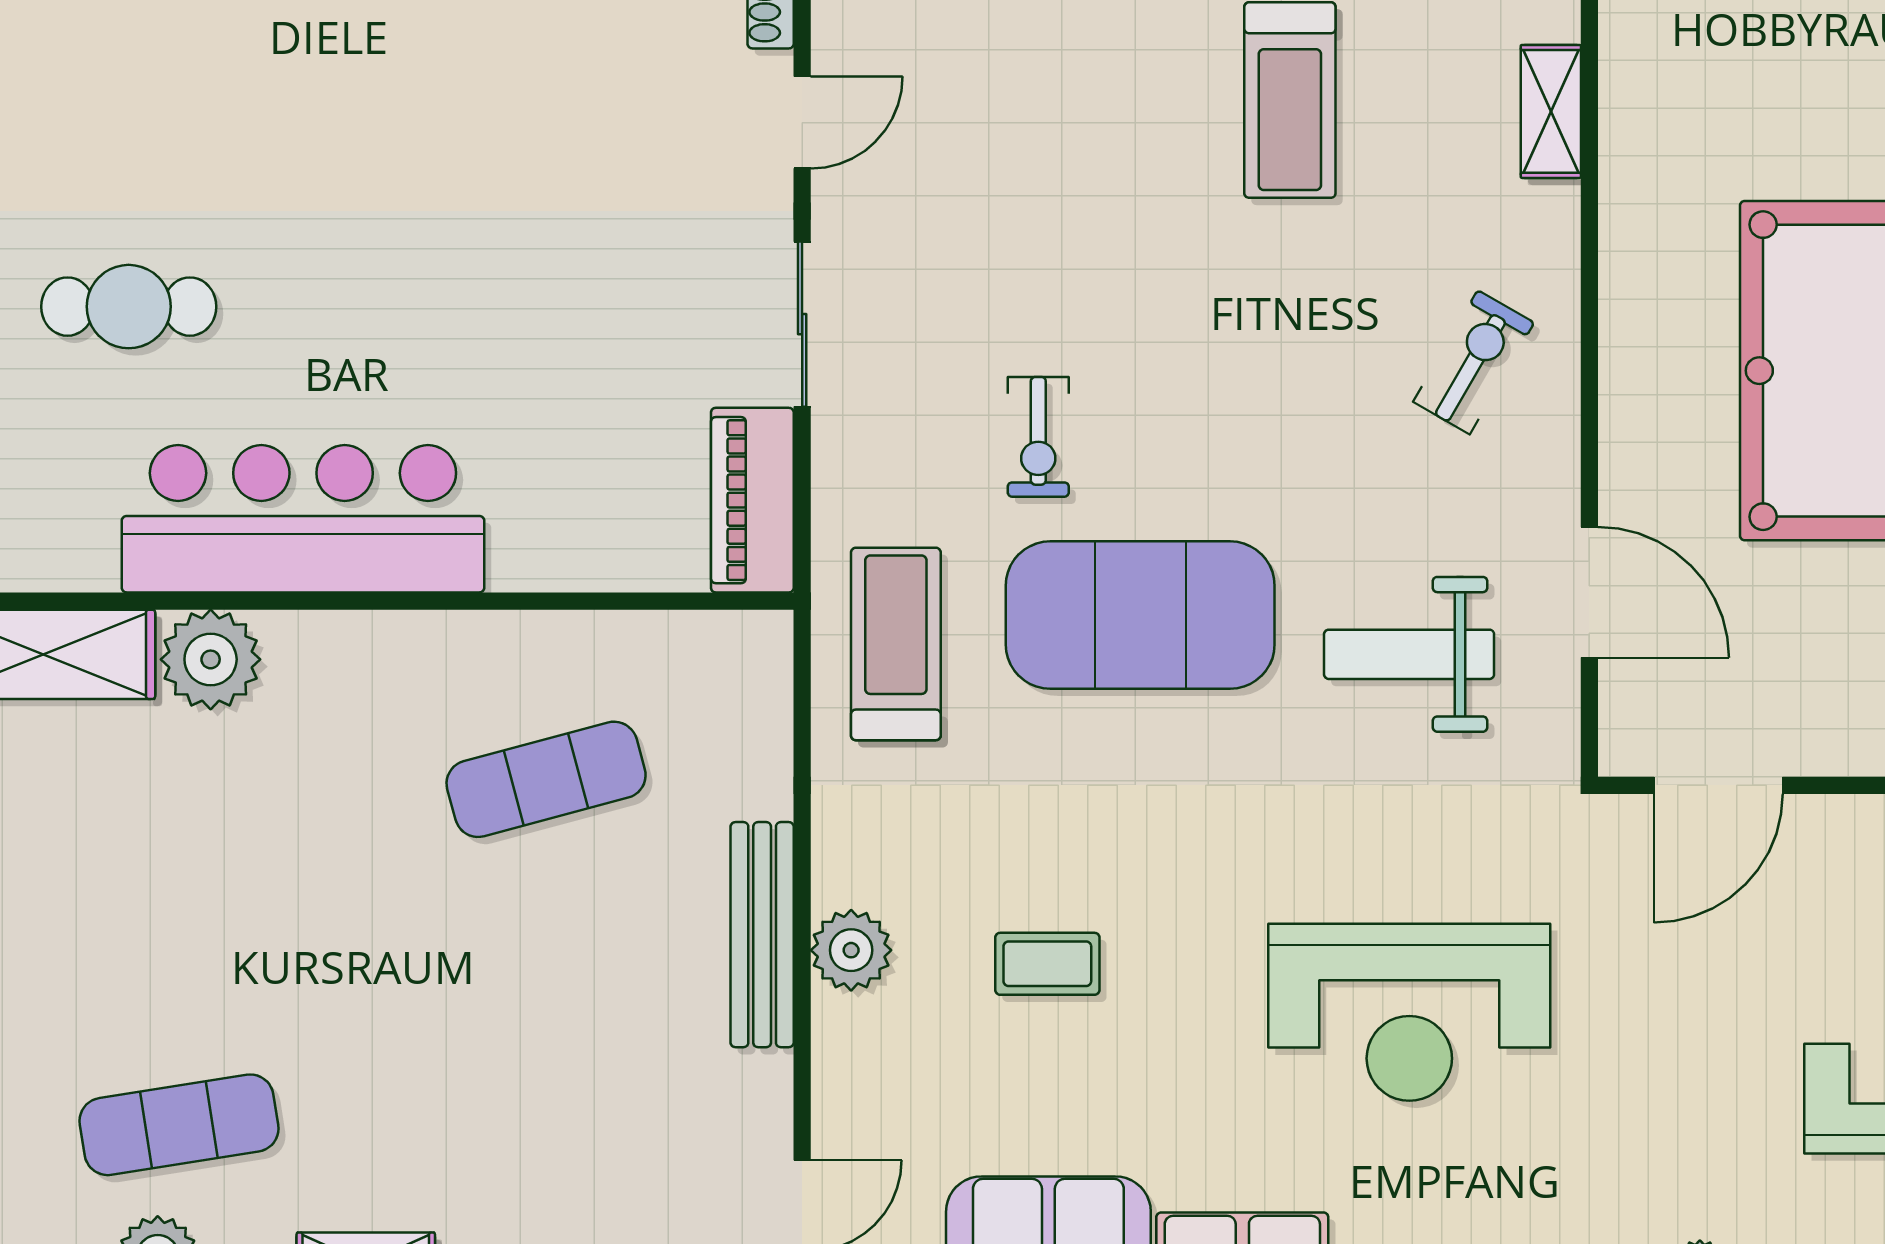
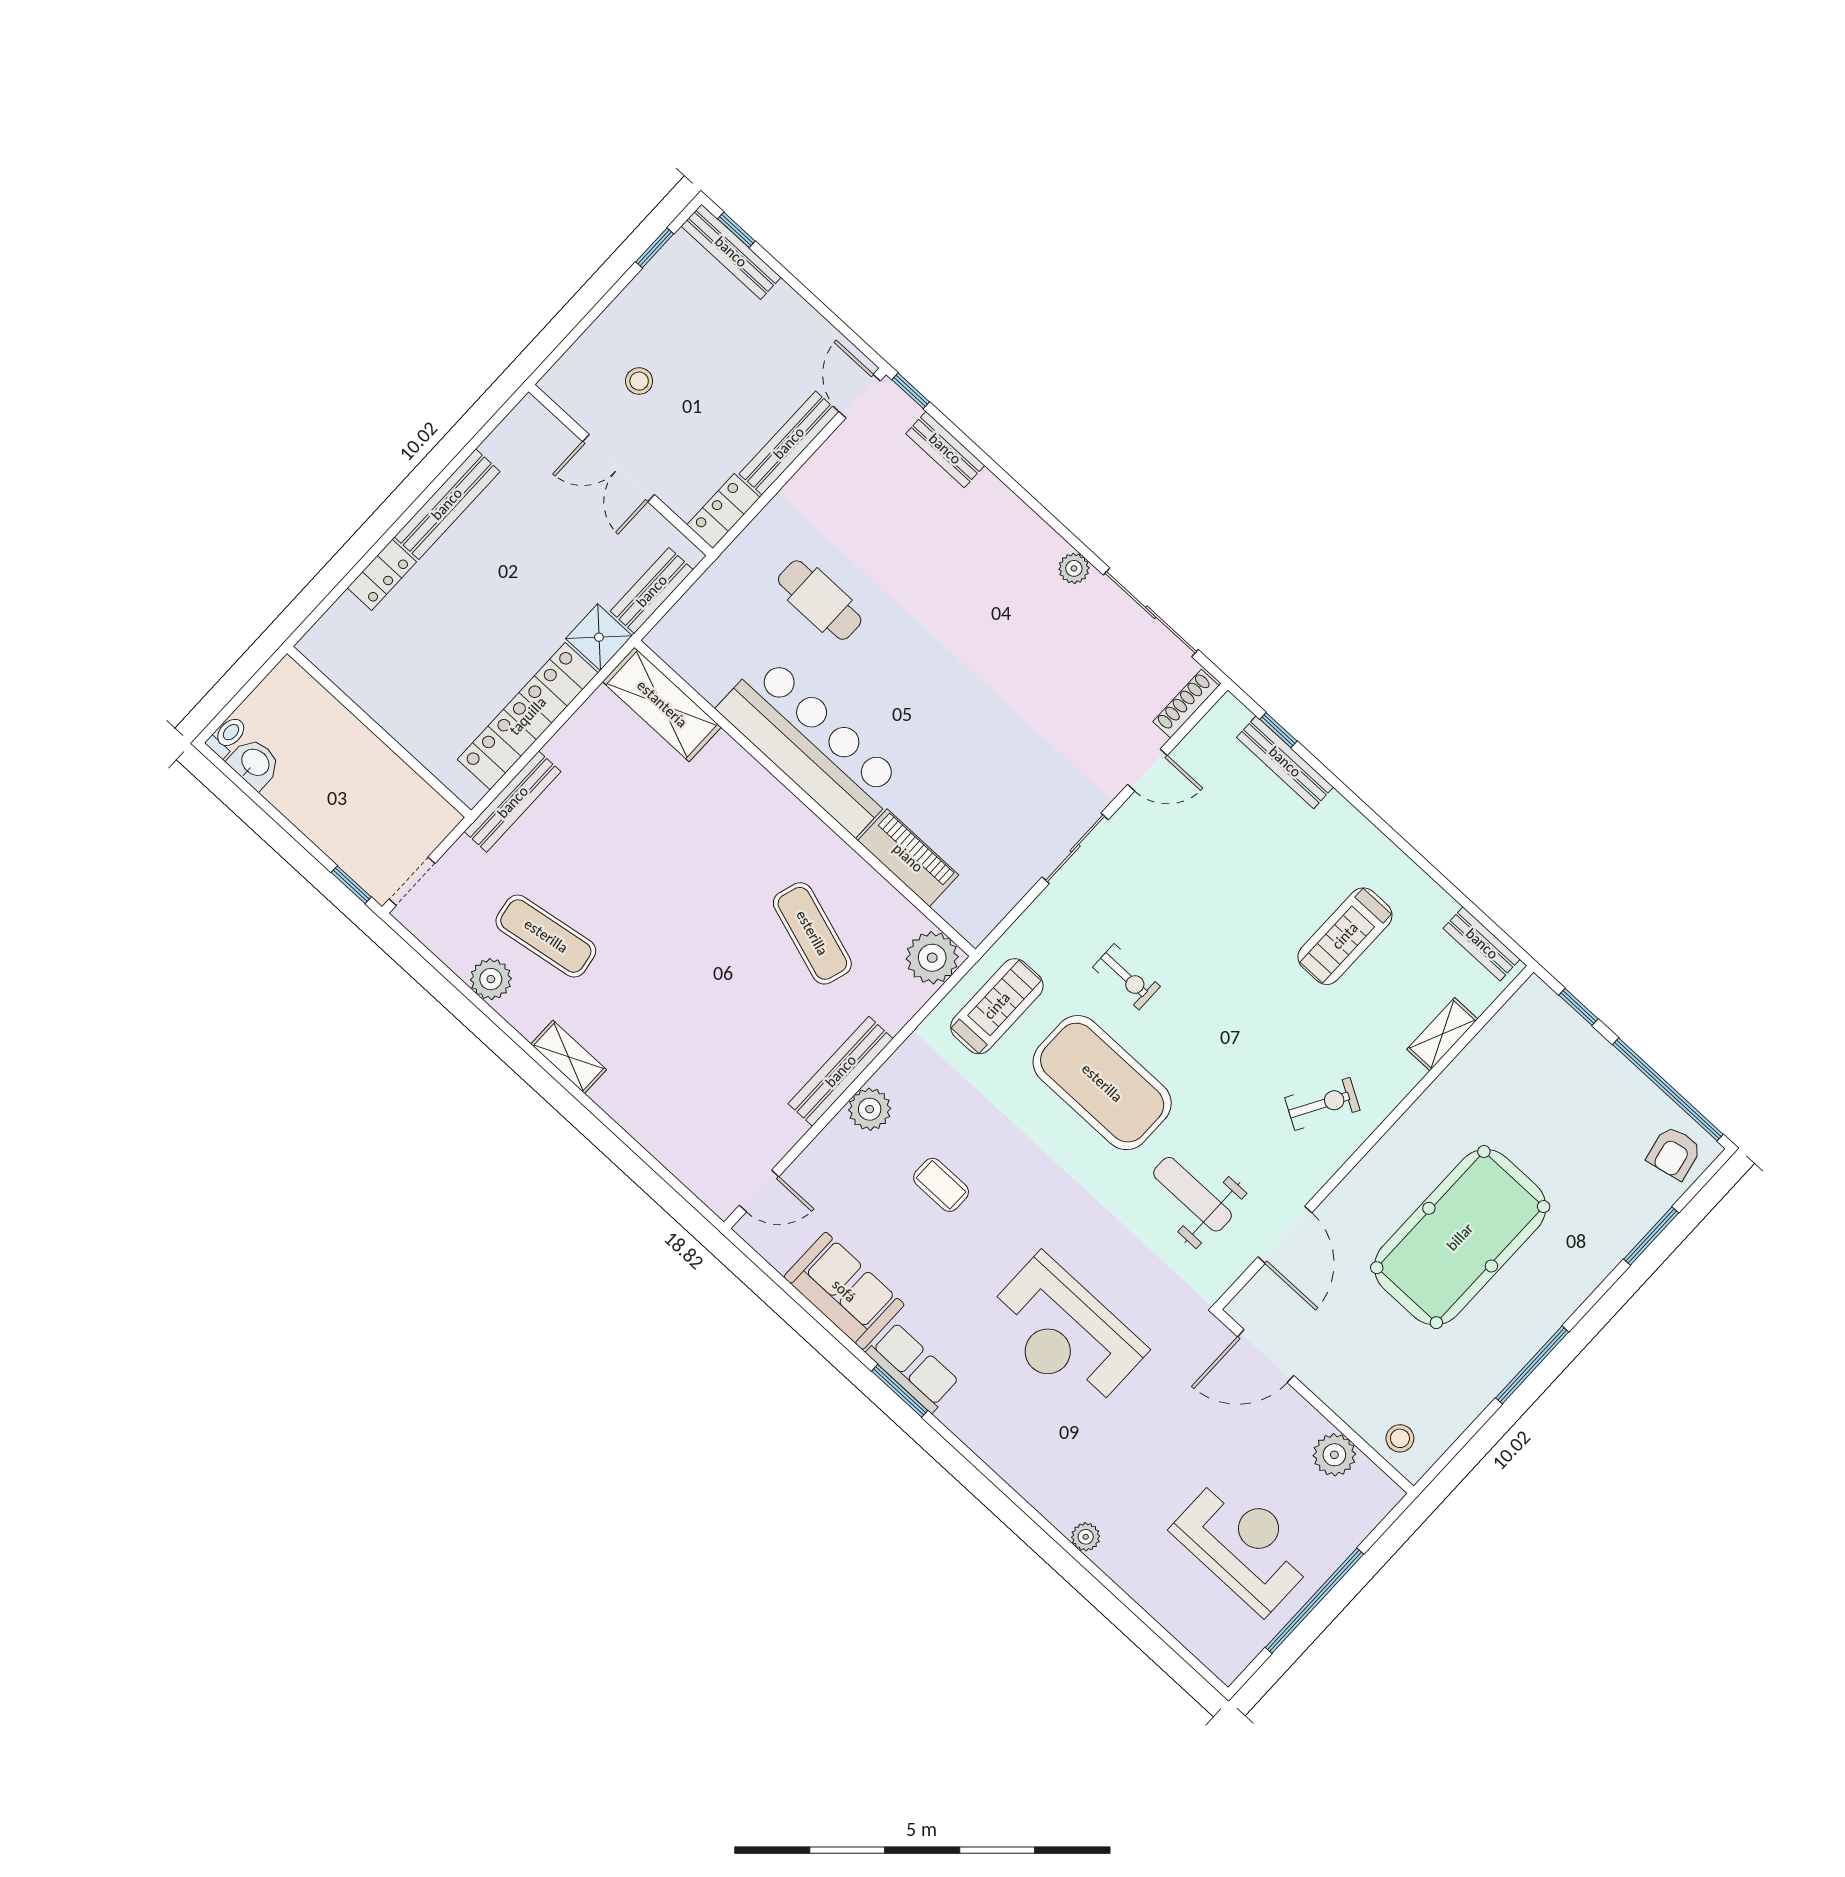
exercise bike: (1038, 437) -> (1126, 977), turned -90
piano: (752, 500) -> (908, 858), moved, turned 90
plant: (211, 659) -> (932, 958), moved
exercise mat: (546, 779) -> (812, 933), turned 33

